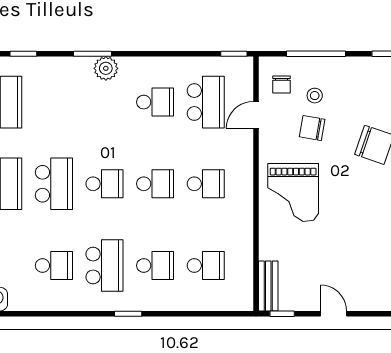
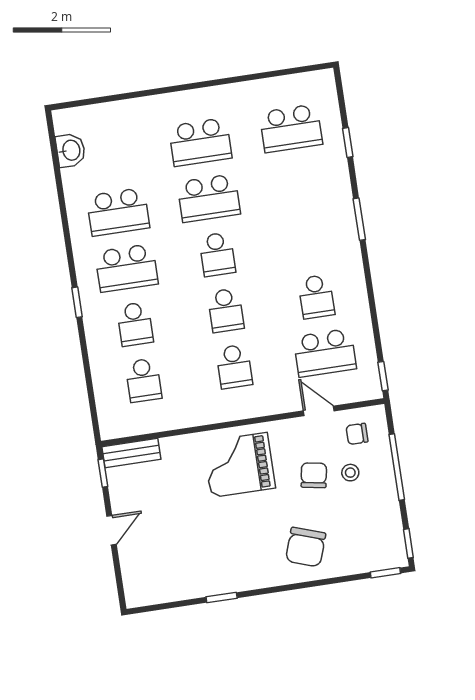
plant: (106, 68) -> (345, 236), removed
school desk: (54, 266) -> (118, 212), width x1.85

